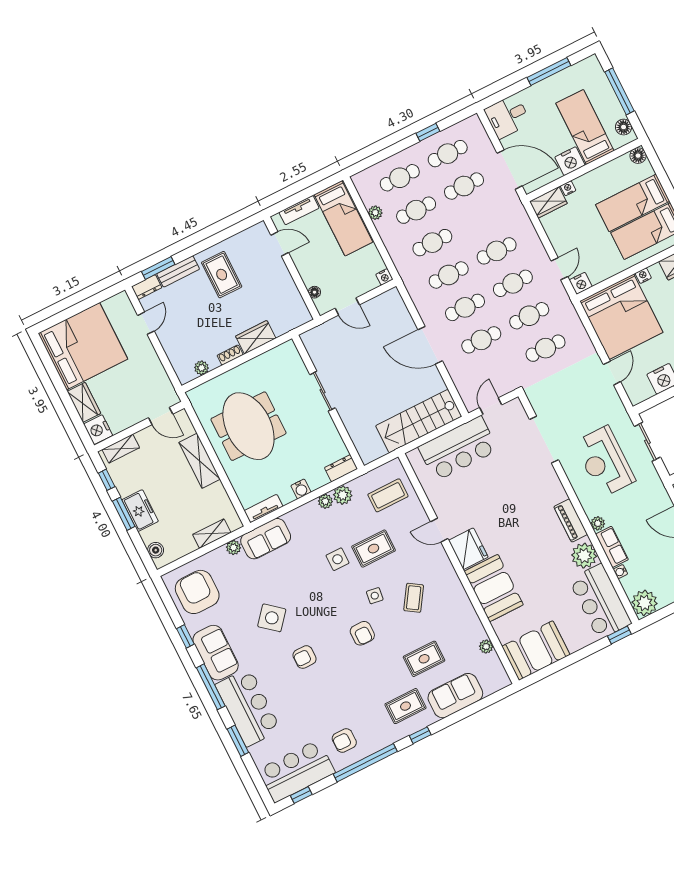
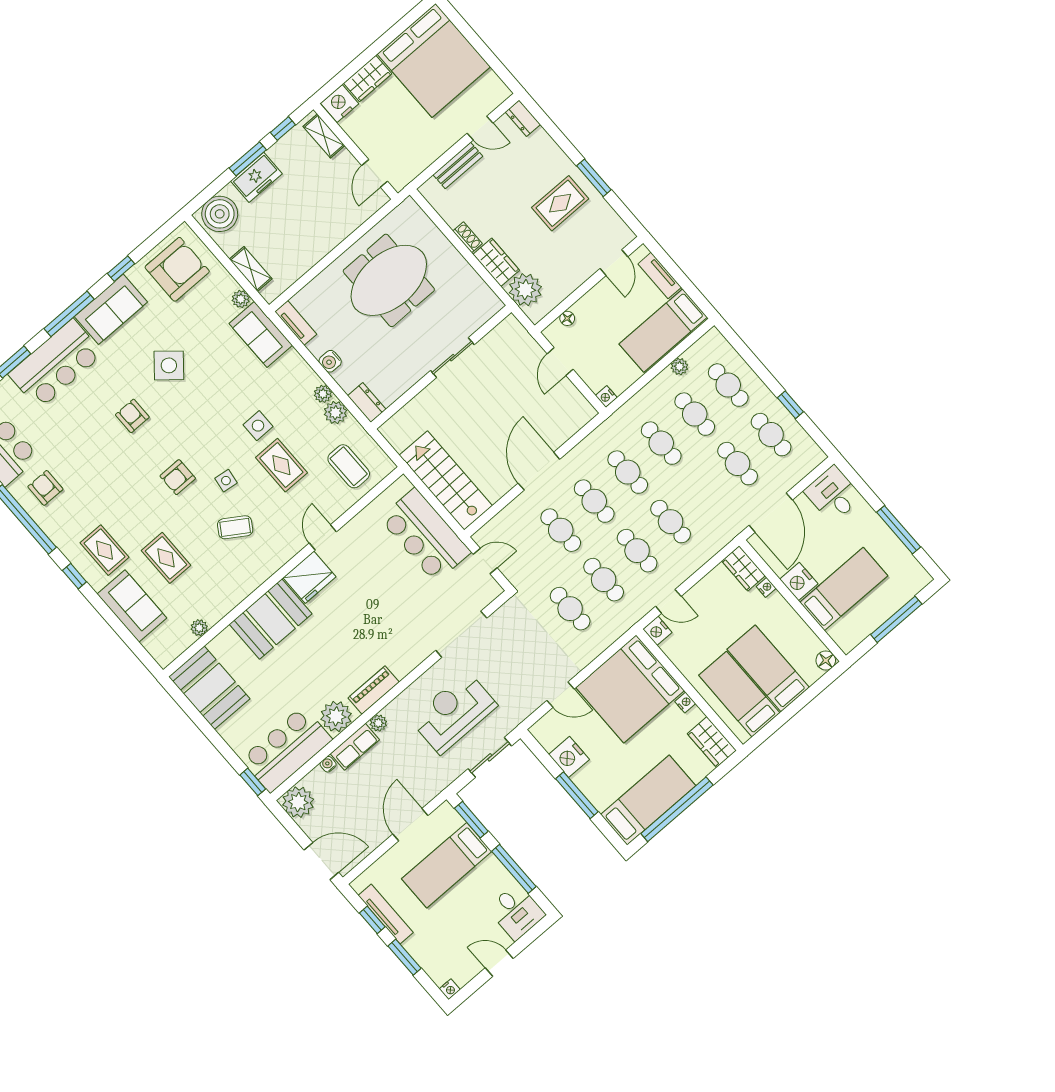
floor lamp: (624, 127) -> (855, 635), removed
window: (158, 268) -> (594, 178), moved
bench: (178, 271) -> (458, 165), moved, turned 90
plant: (202, 368) -> (525, 290), moved, width x1.87, depth x1.87
shelving: (200, 461) -> (333, 233), removed
boiler: (156, 550) -> (220, 214), width x1.86, depth x1.86

